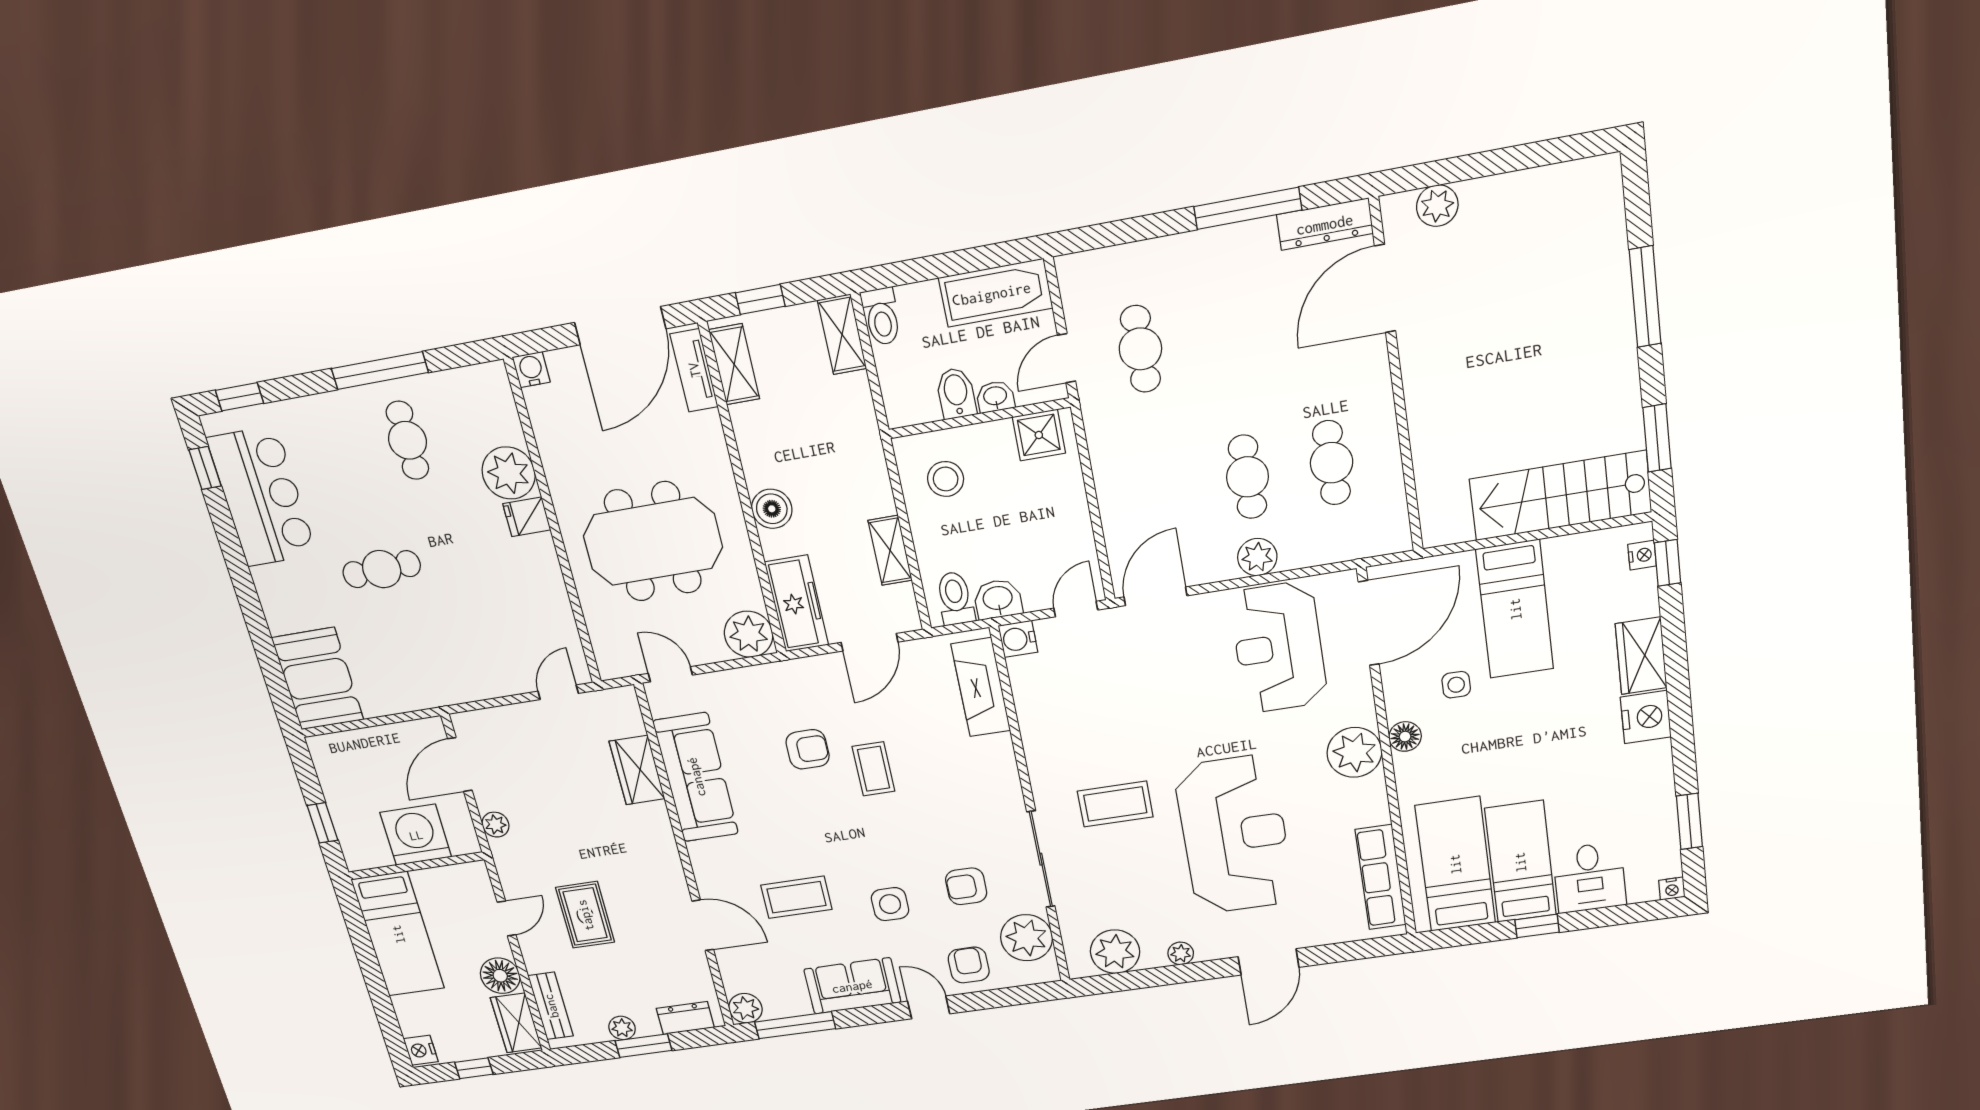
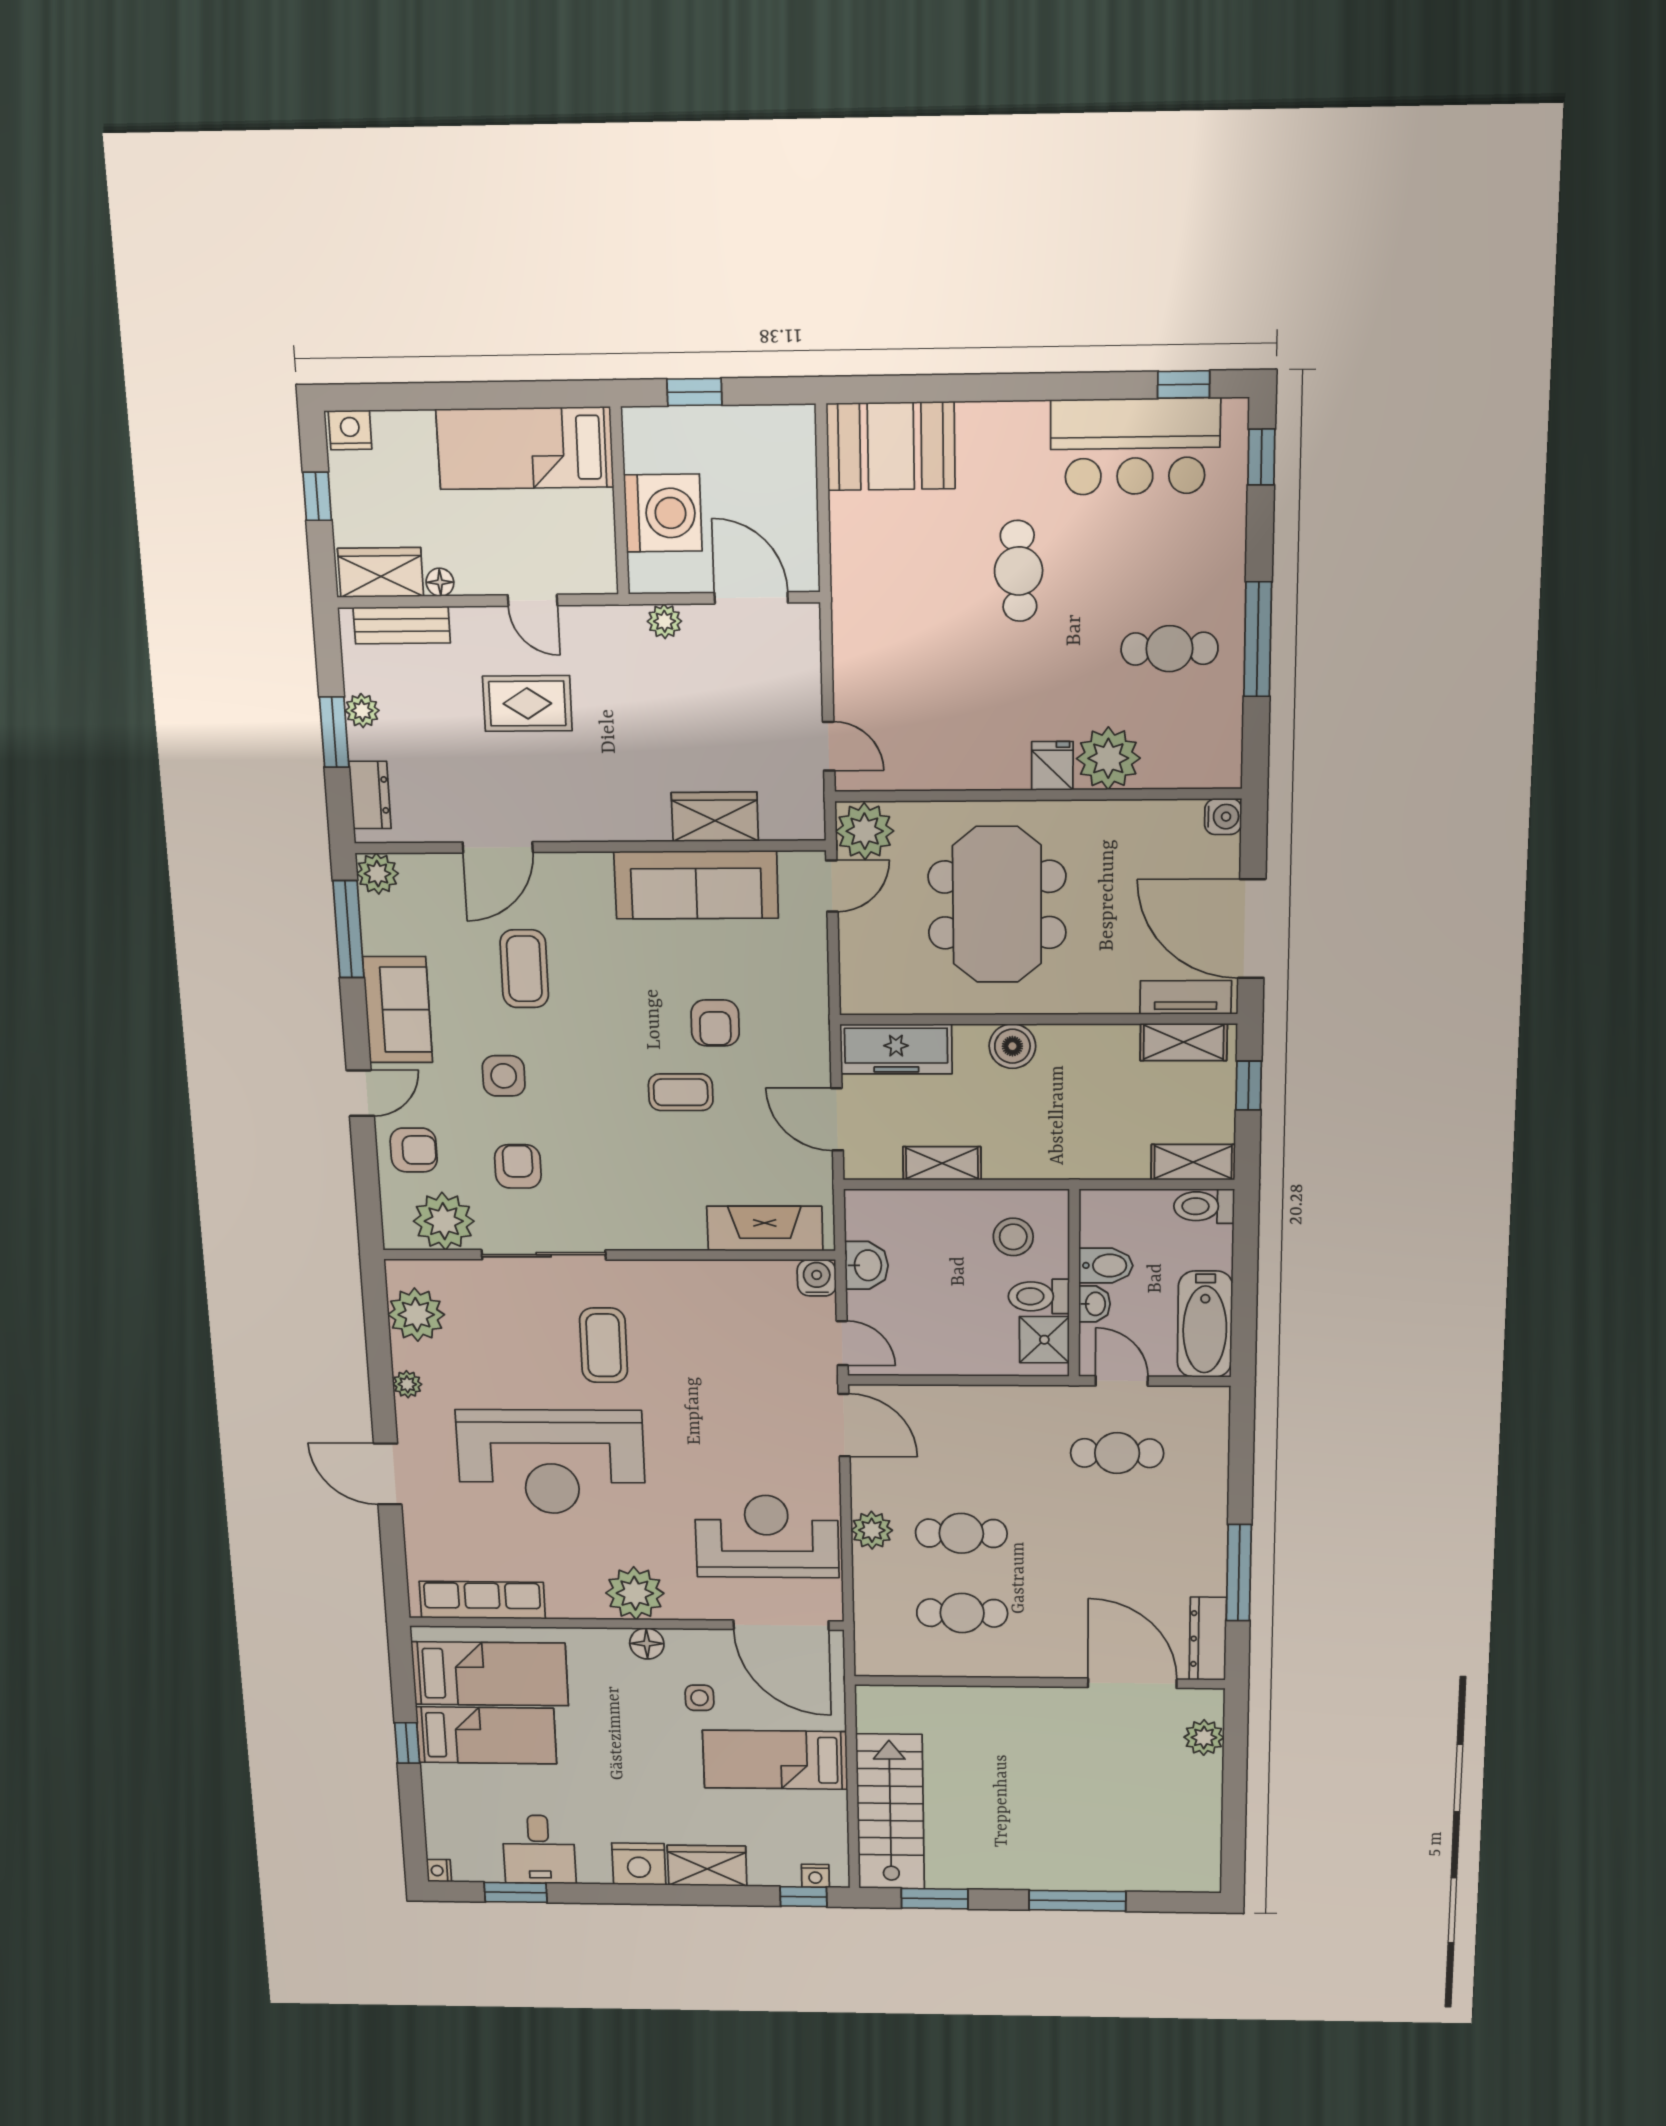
toilet: (955, 598) -> (1039, 1296), moved, turned 180
plant: (749, 634) -> (865, 831), moved
desk: (1589, 878) -> (539, 1849), moved, turned -90
floor lamp: (500, 976) -> (440, 582), width x0.53, depth x0.53

